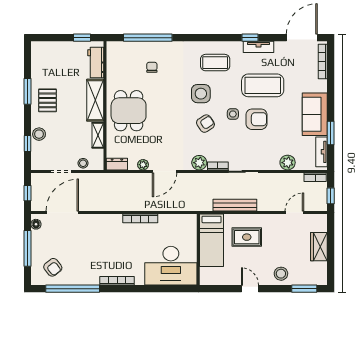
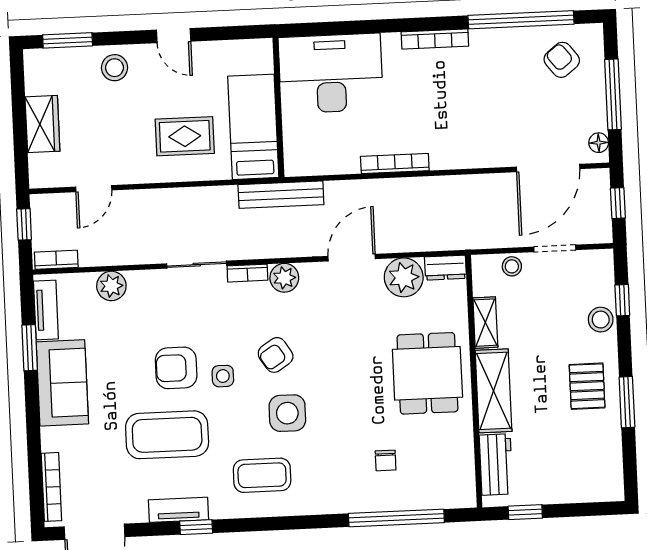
plant: (143, 165) -> (404, 277), width x1.88, depth x1.88
bench: (235, 205) -> (281, 195), moved

